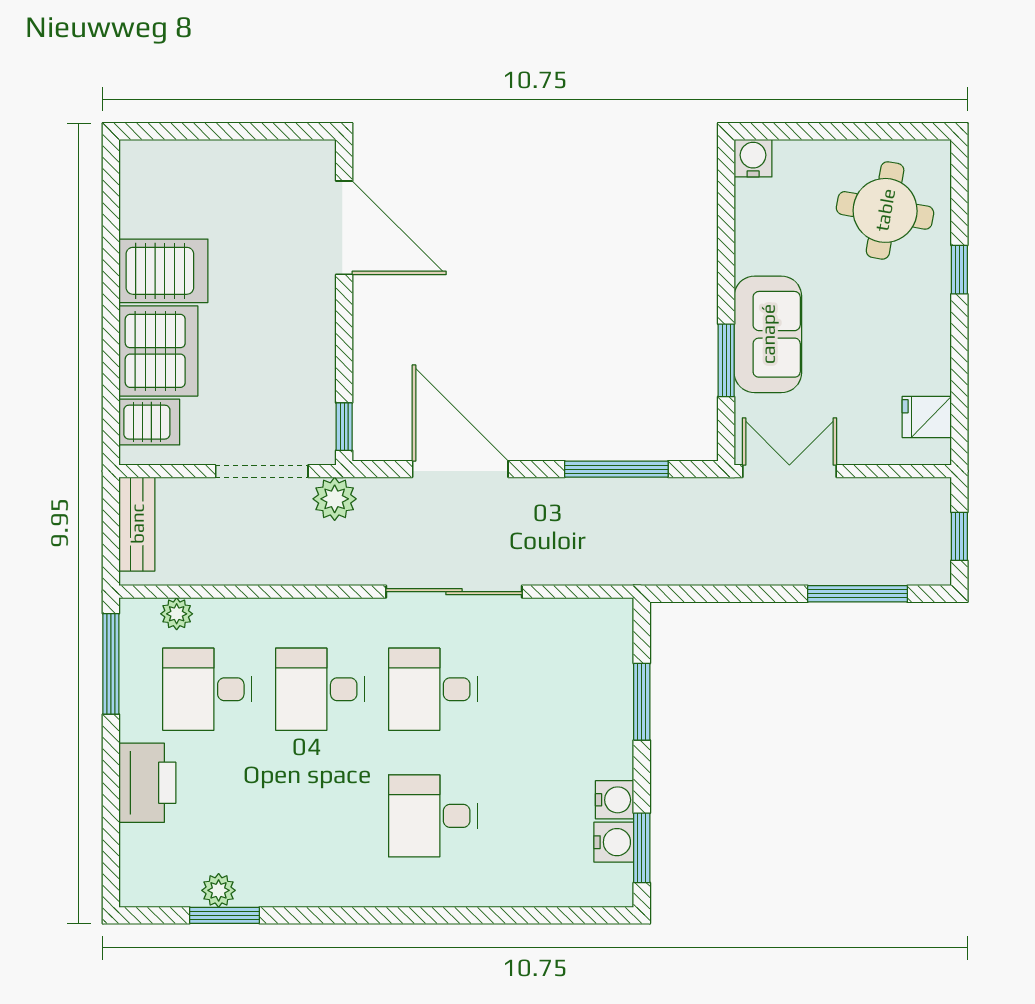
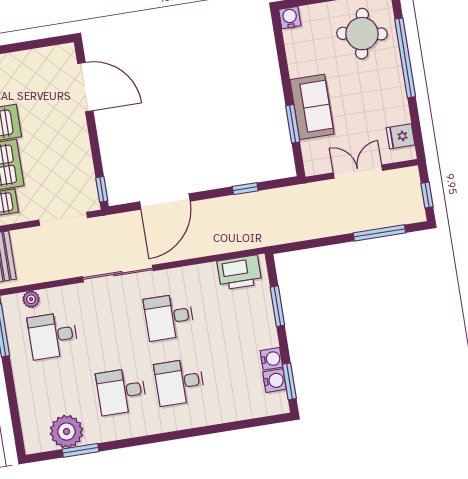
window: (959, 270) -> (405, 58), width x3.17
door: (460, 469) -> (165, 201), swing flipped
window: (616, 469) -> (245, 189), width x0.46
double door: (789, 471) -> (358, 172), moved
plant: (335, 499) -> (103, 227), removed
sliding door: (454, 592) -> (118, 274), moved
desk: (320, 689) -> (121, 391), moved
printer: (147, 783) -> (239, 272), moved, turned 90
plant: (219, 890) -> (67, 432), width x1.87, depth x1.87

